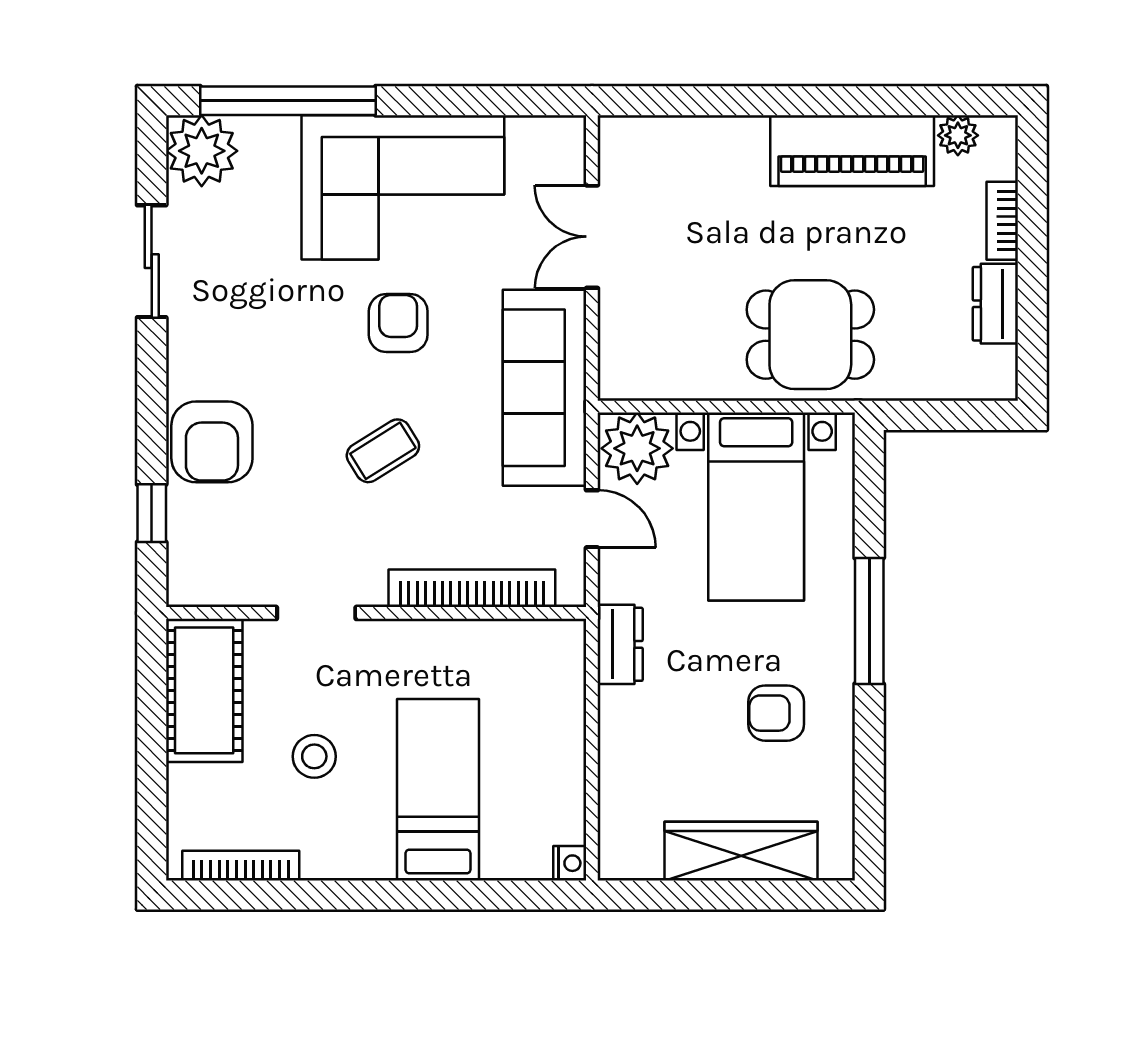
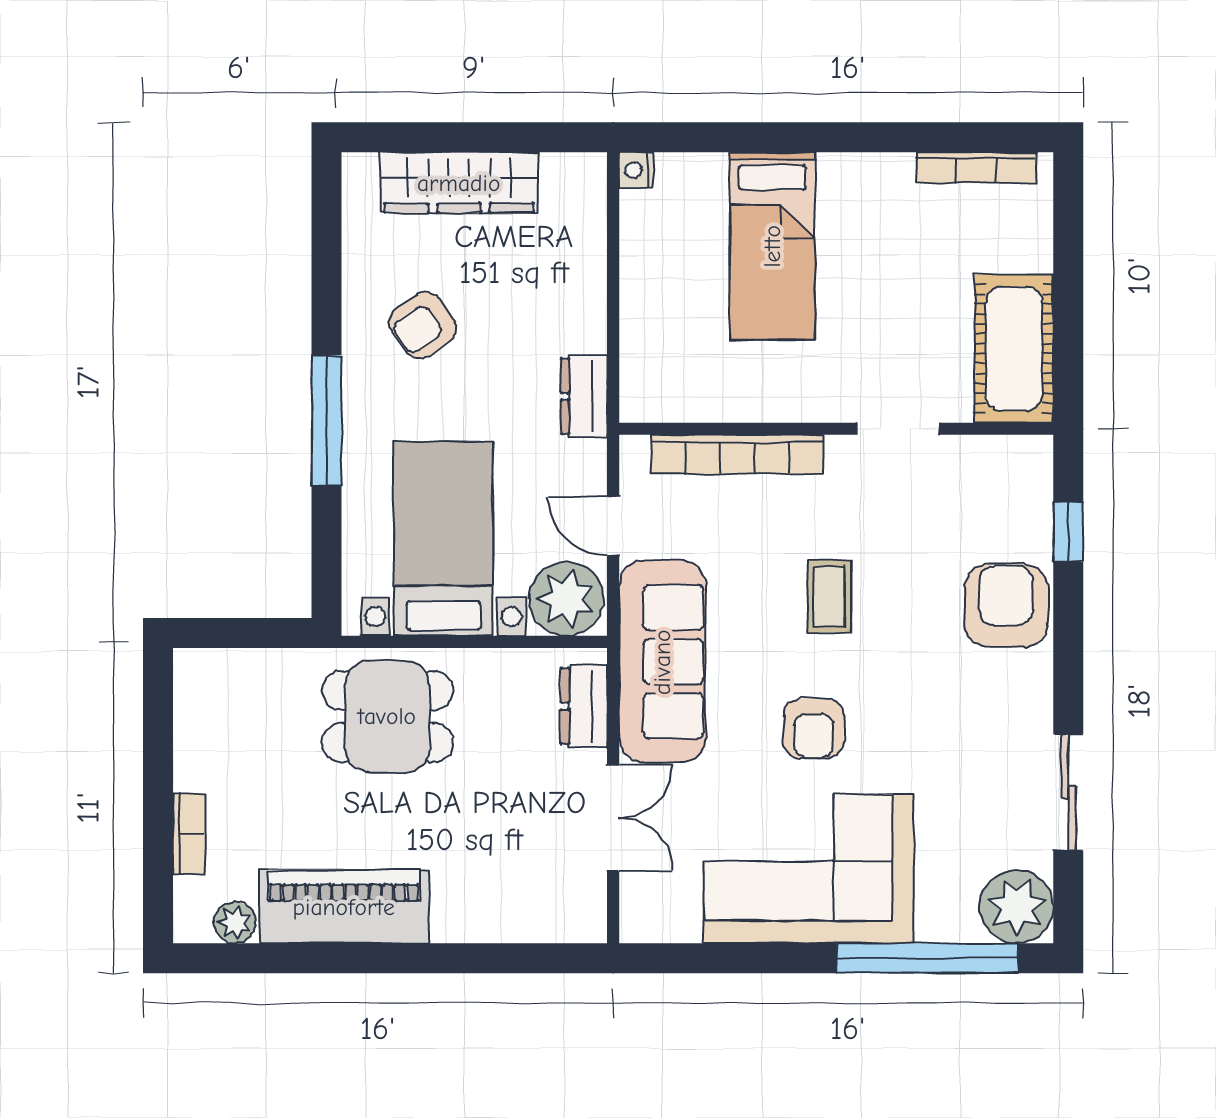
dresser: (995, 304) -> (584, 706), moved, turned 180
coffee table: (383, 451) -> (829, 596), turned -58
armchair: (776, 713) -> (423, 325), turned 145
stool: (314, 756) -> (900, 280), removed

